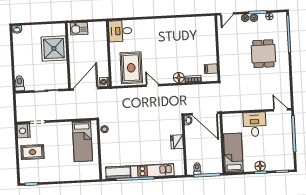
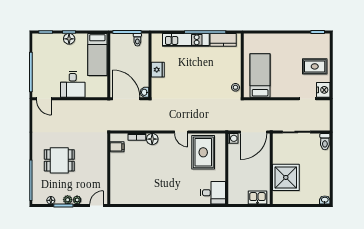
dining table: (263, 54) -> (59, 160), turned 90

